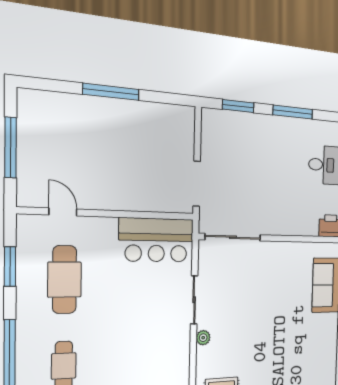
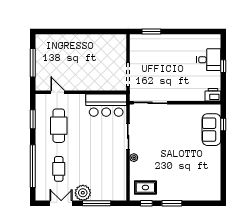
window: (111, 92) -> (81, 32), removed
window: (293, 112) -> (185, 32), removed

